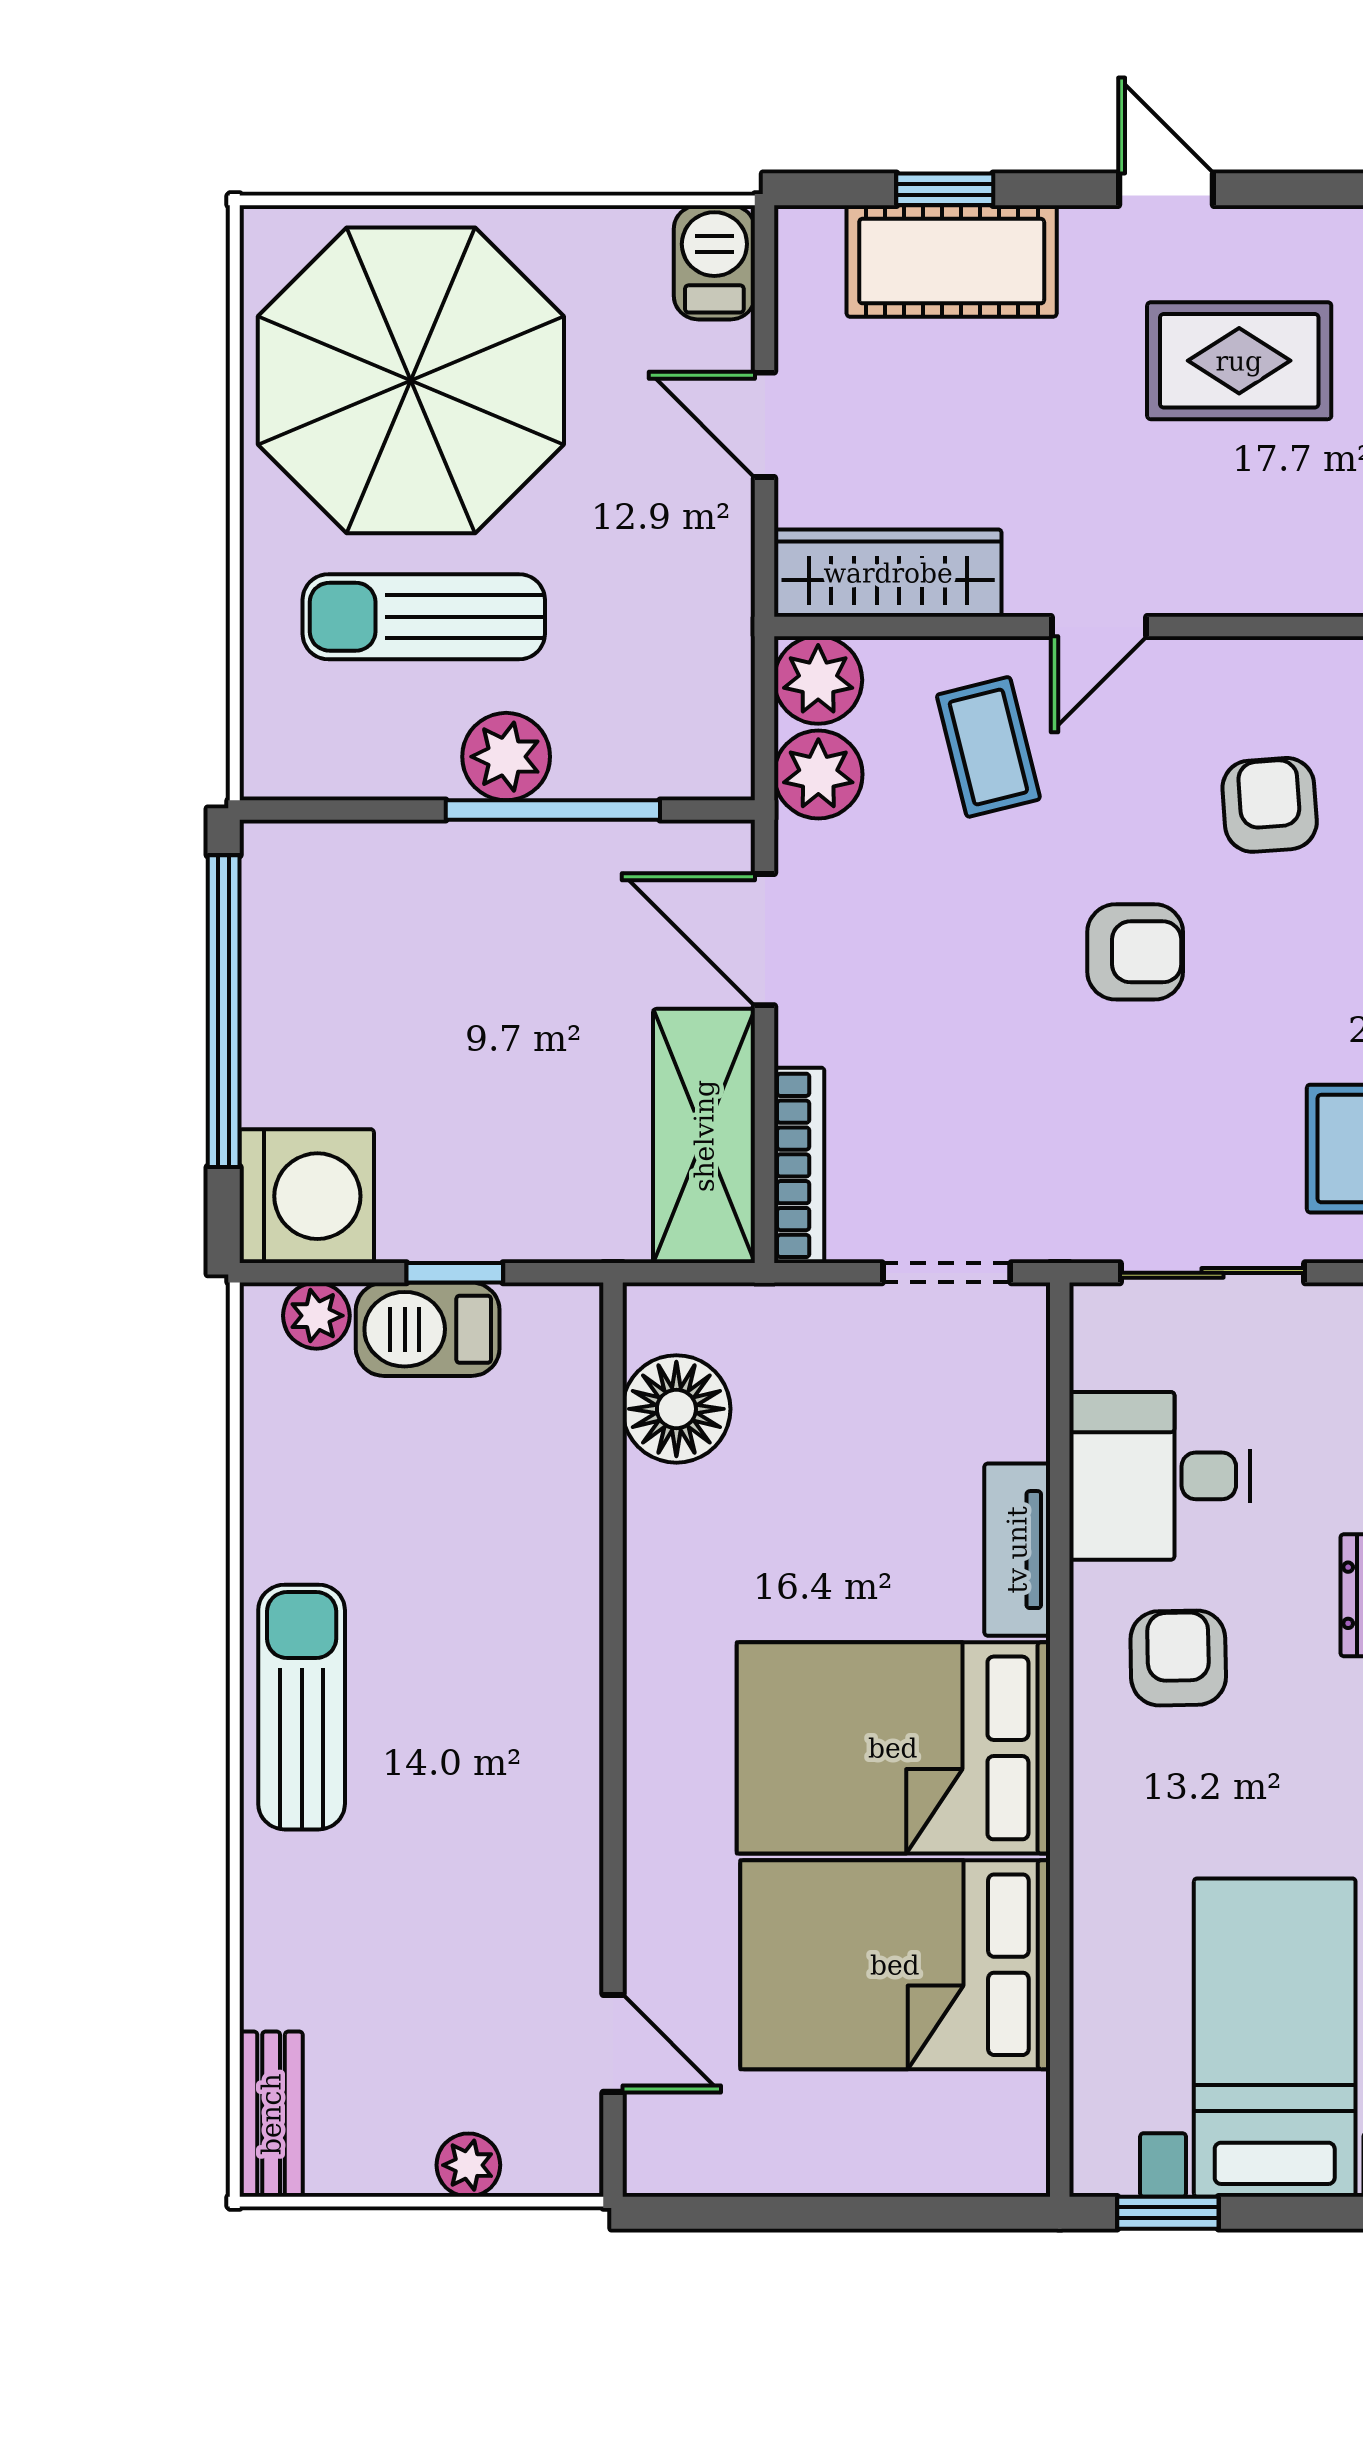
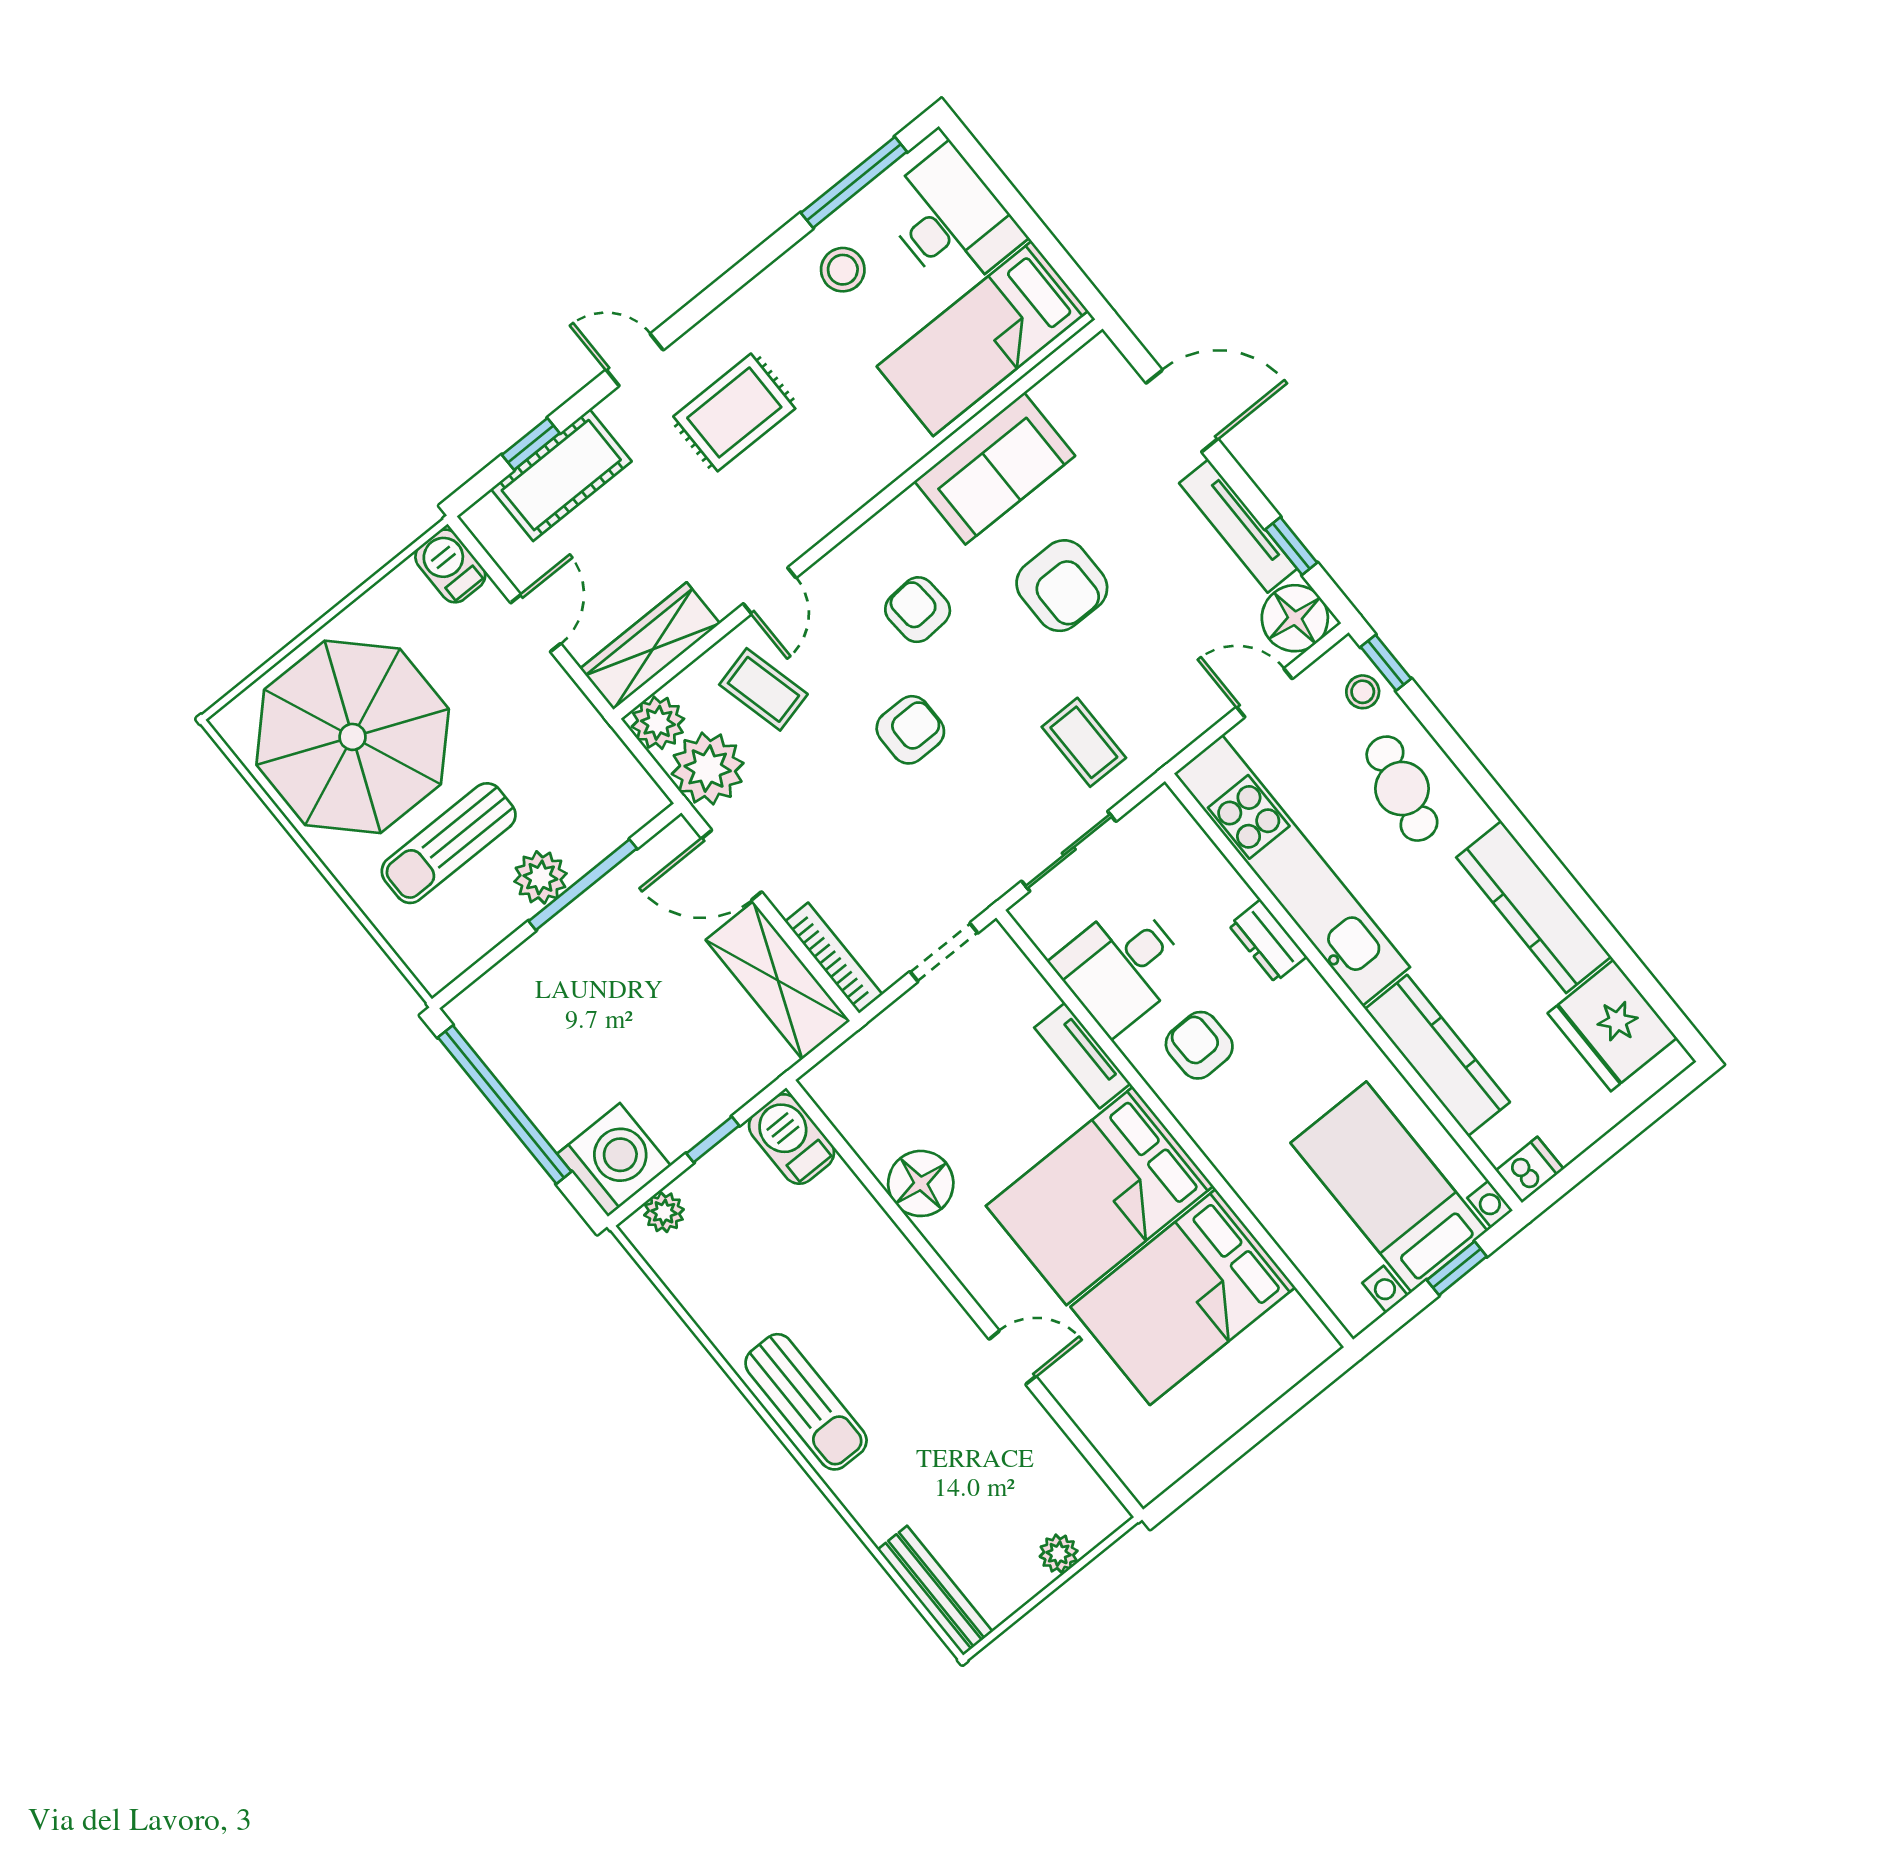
door: (765, 425) -> (536, 623), swing flipped
plant: (818, 774) -> (708, 769), width x1.36, depth x1.36
barbecue: (428, 1329) -> (792, 1139), moved, turned 90
floor lamp: (676, 1409) -> (921, 1183), moved
sun lounger: (302, 1707) -> (806, 1402), turned 180
door: (613, 2043) -> (1013, 1358), moved
bench: (271, 2114) -> (935, 1591), width x1.36
window: (1168, 2213) -> (1457, 1268), moved

